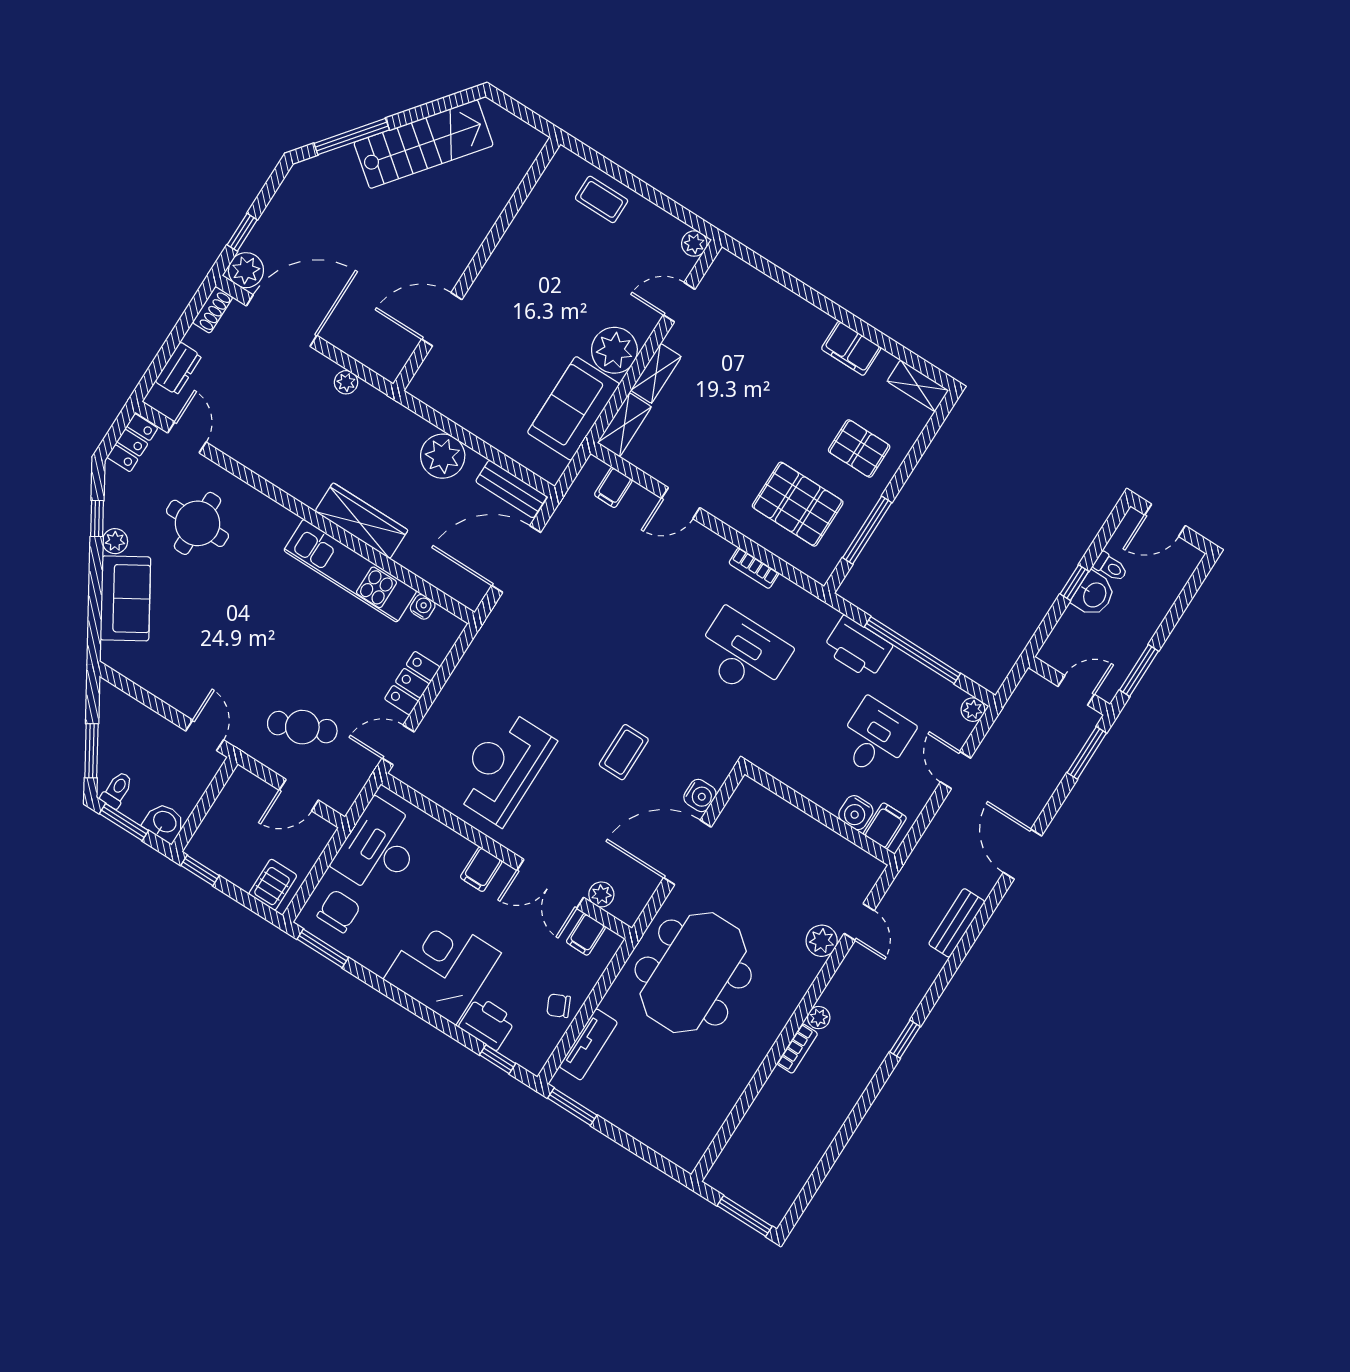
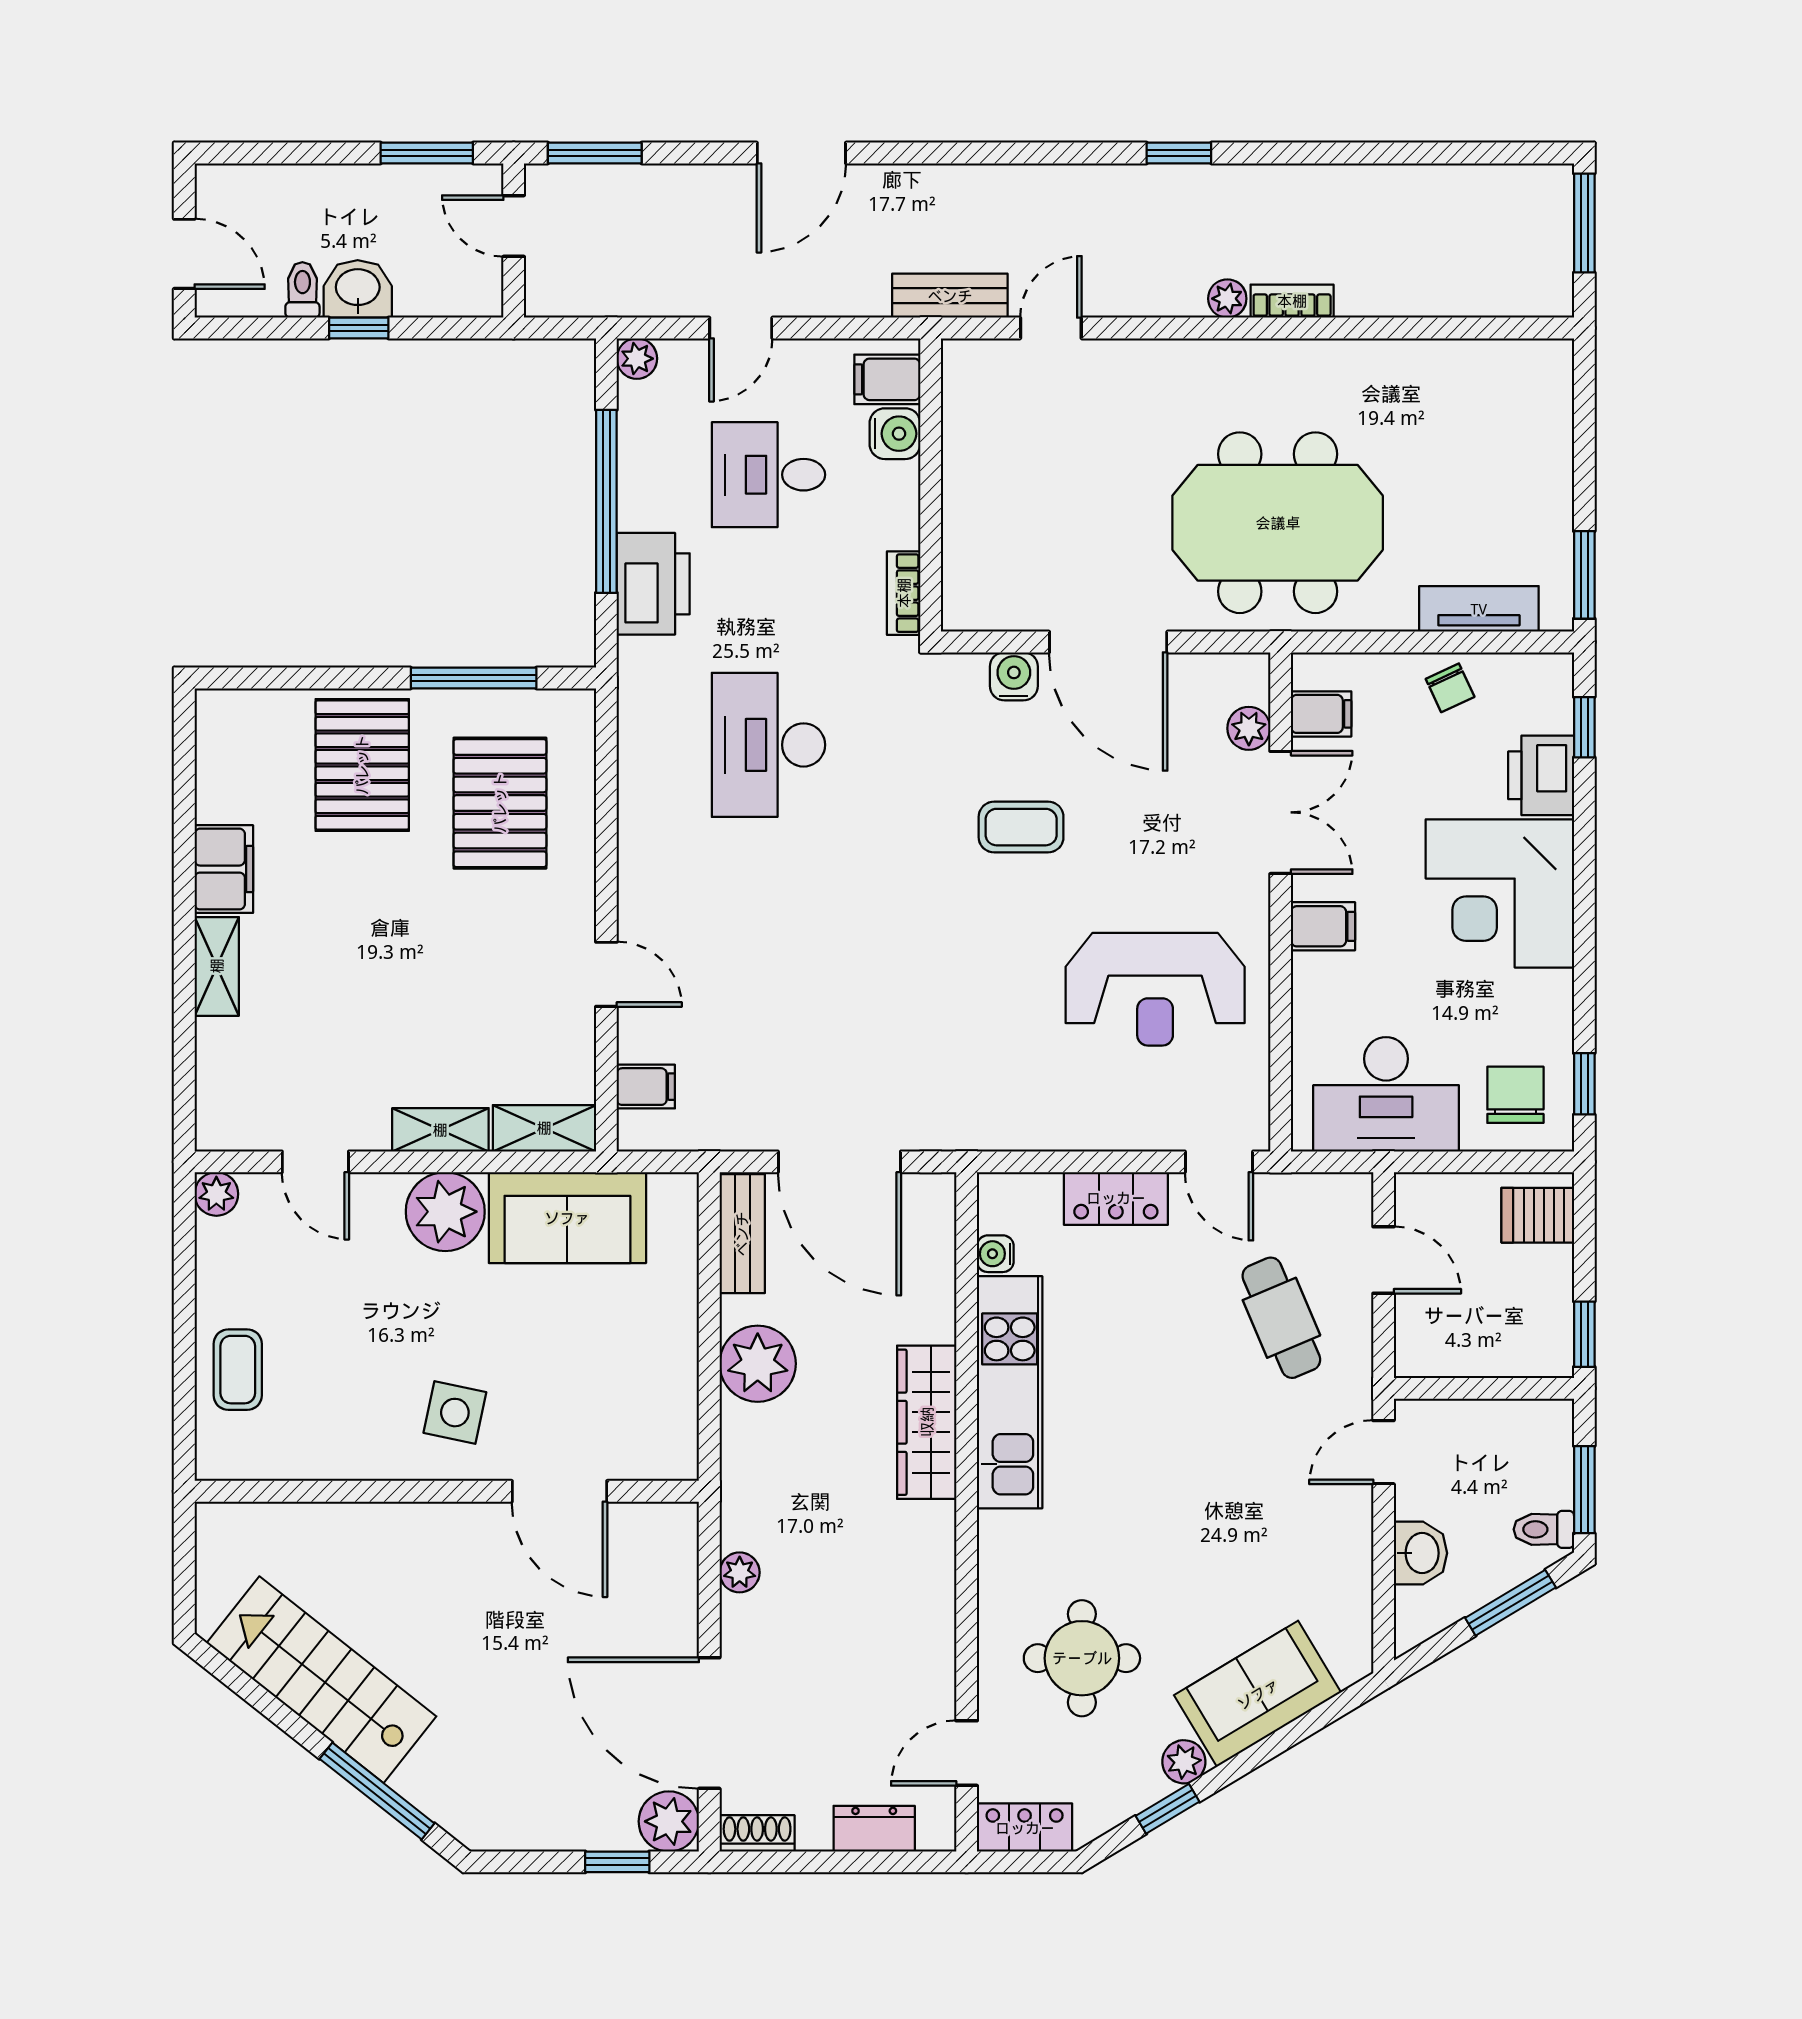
side table: (513, 293) -> (455, 1413), added
shelving: (918, 386) -> (217, 966), moved
pallet: (859, 449) -> (362, 765), width x1.50, depth x1.42
bookcase: (754, 568) -> (904, 593), moved, turned 180
washbasin: (164, 822) -> (1421, 1553), moved, turned 180
chair: (339, 911) -> (1515, 1095), turned 90
bench: (957, 923) -> (950, 296), moved
plant: (822, 941) -> (1113, 365), removed
window: (323, 948) -> (1584, 1084), width x0.67

